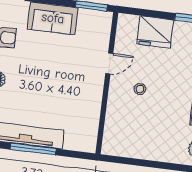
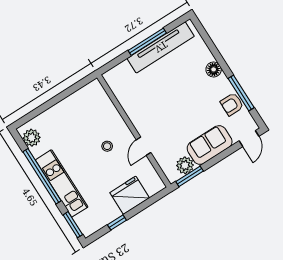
plant: (88, 18) -> (185, 165), added

